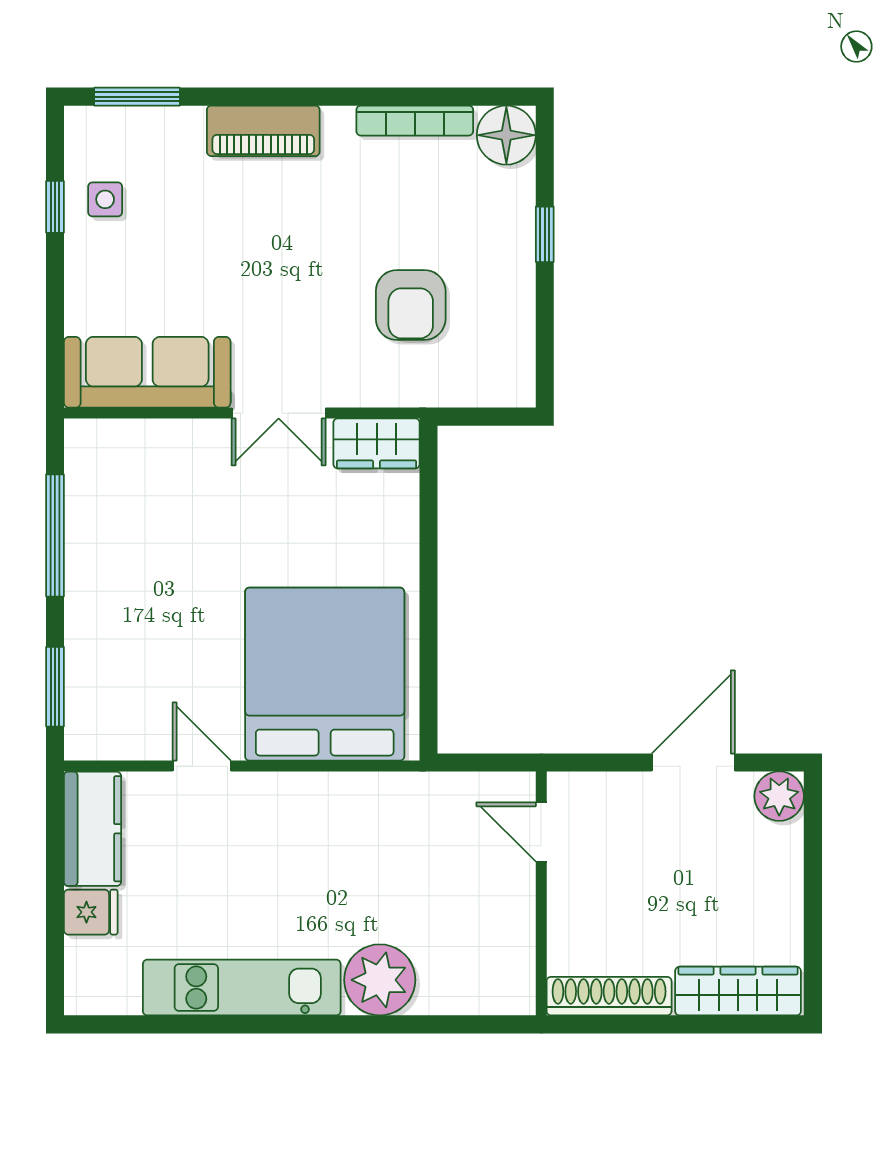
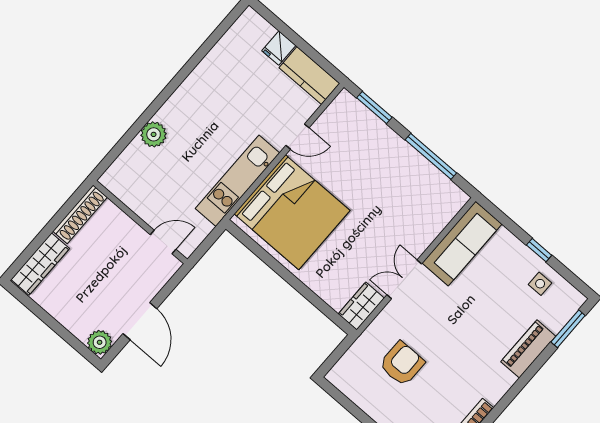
piano: (263, 131) -> (528, 349), moved
window: (55, 207) -> (539, 250), moved
armchair: (411, 305) -> (402, 364), turned 90
plant: (380, 980) -> (154, 134), width x0.73, depth x0.73
kitchen unit: (242, 988) -> (238, 181), moved, turned 180

